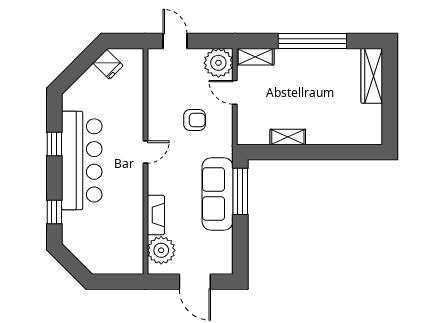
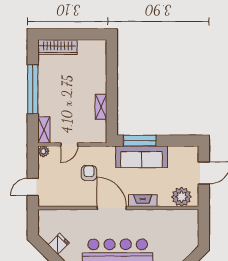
plant: (218, 63) -> (43, 151), width x0.53, depth x0.53
fridge: (108, 64) -> (59, 244), moved
door: (145, 152) -> (112, 208), width x1.88
fireplace: (156, 215) -> (143, 201), moved

